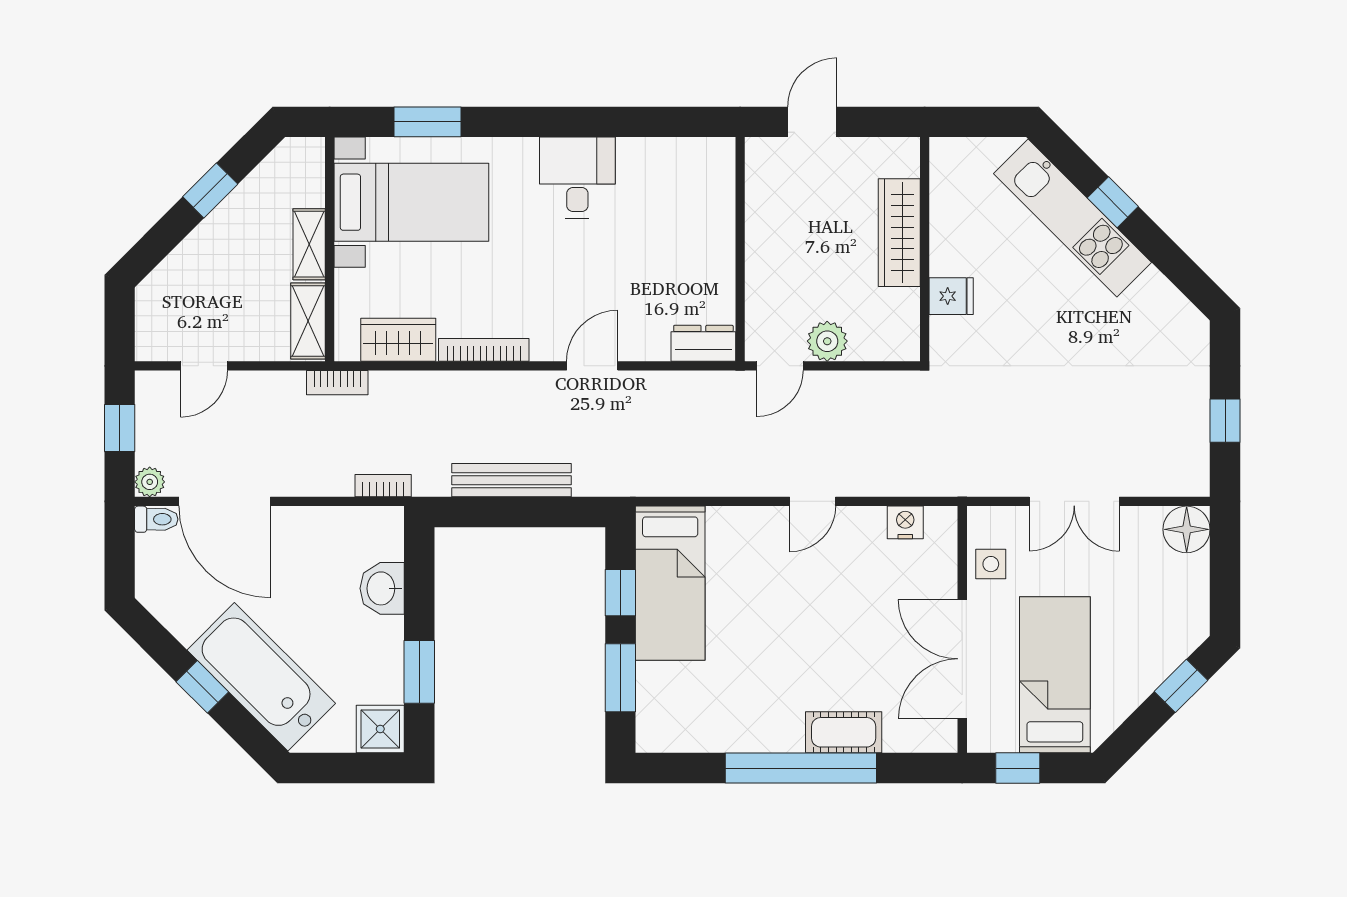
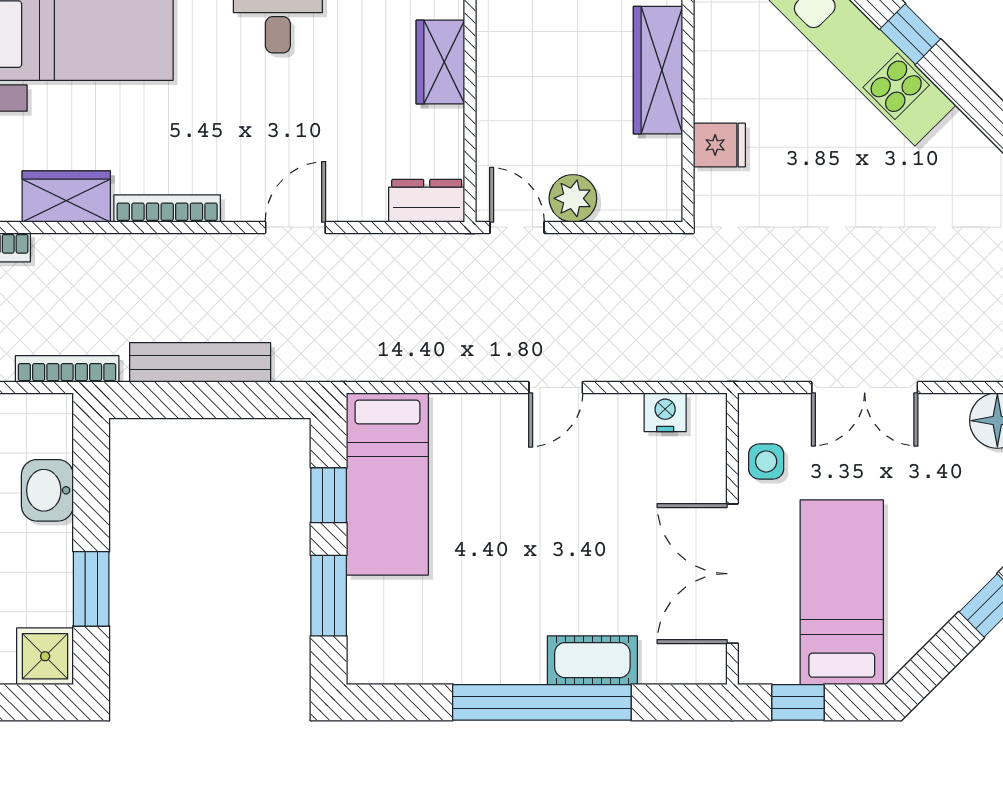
wardrobe: (715, 226) -> (440, 62), added
door: (780, 366) -> (517, 227), swing flipped
bookcase: (383, 486) -> (67, 369), width x1.56

